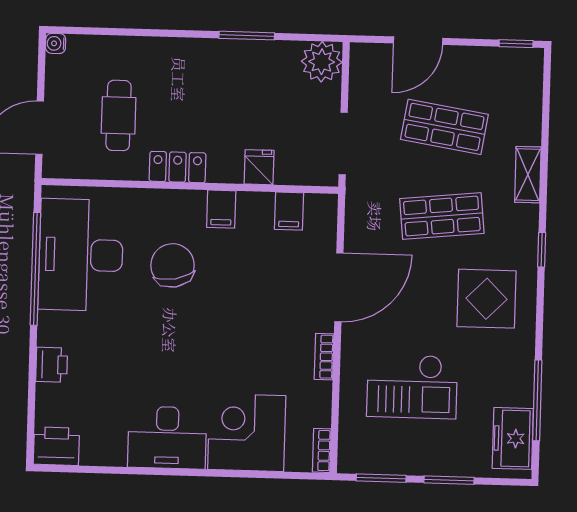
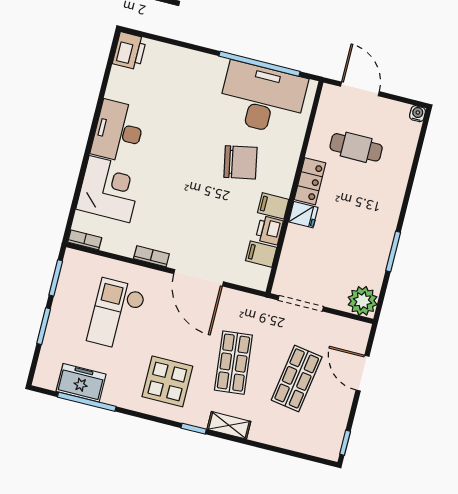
fridge: (259, 167) -> (303, 215), moved
shelving: (528, 175) -> (229, 425), moved
printer: (52, 365) -> (269, 230), moved, turned 90
freezer: (513, 438) -> (81, 383), moved

